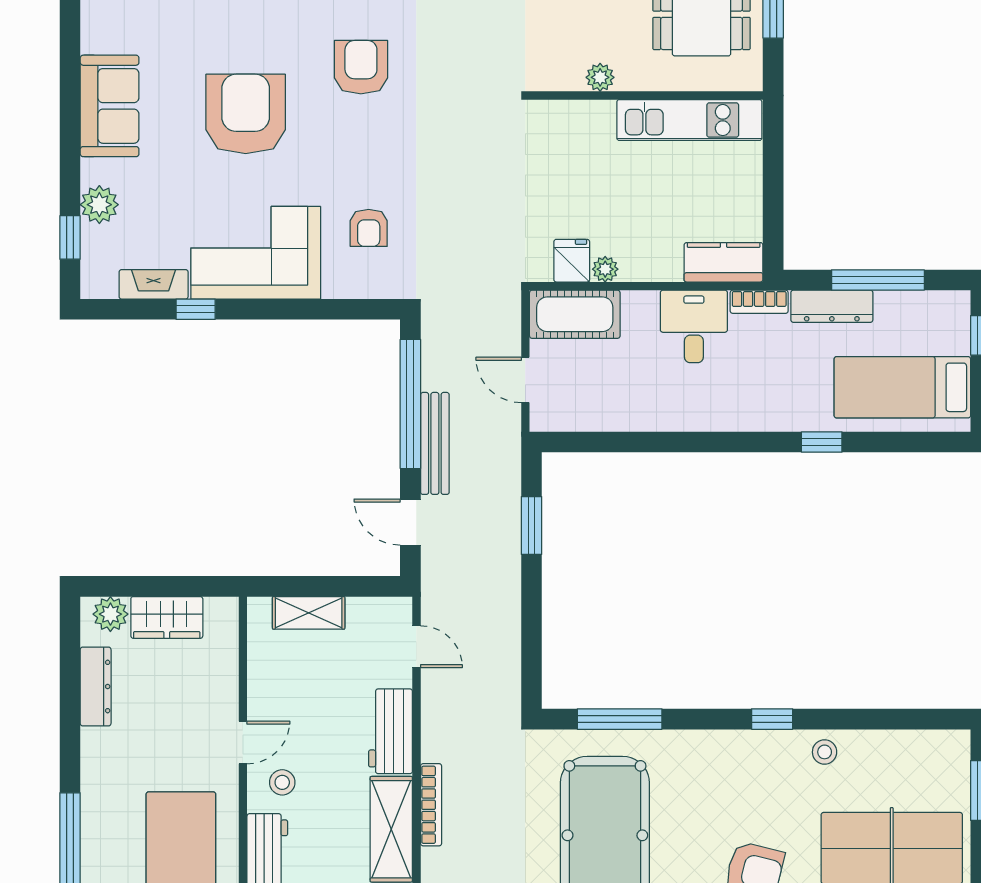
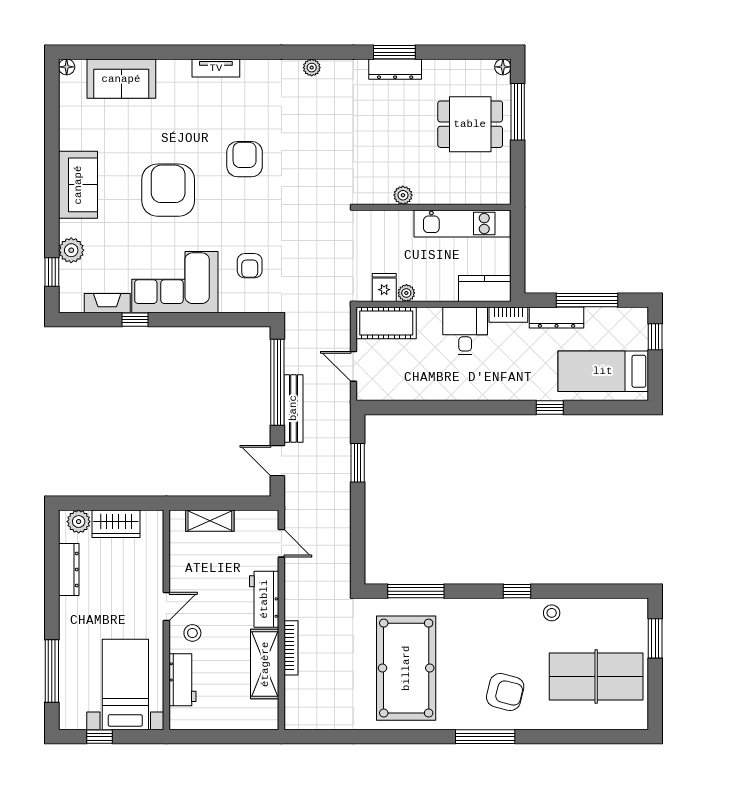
plant: (600, 77) -> (403, 195), moved
wall: (646, 96) -> (434, 207), moved
kitchen unit: (689, 120) -> (462, 224), moved

